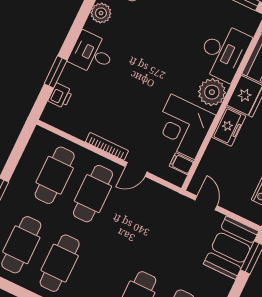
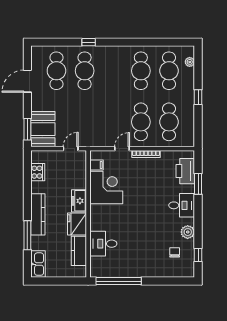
desk: (224, 52) -> (103, 244), width x0.73
plant: (212, 92) -> (99, 217), removed
printer: (60, 96) -> (185, 171), width x1.87, depth x1.48
door: (206, 203) -> (71, 149), swing flipped

